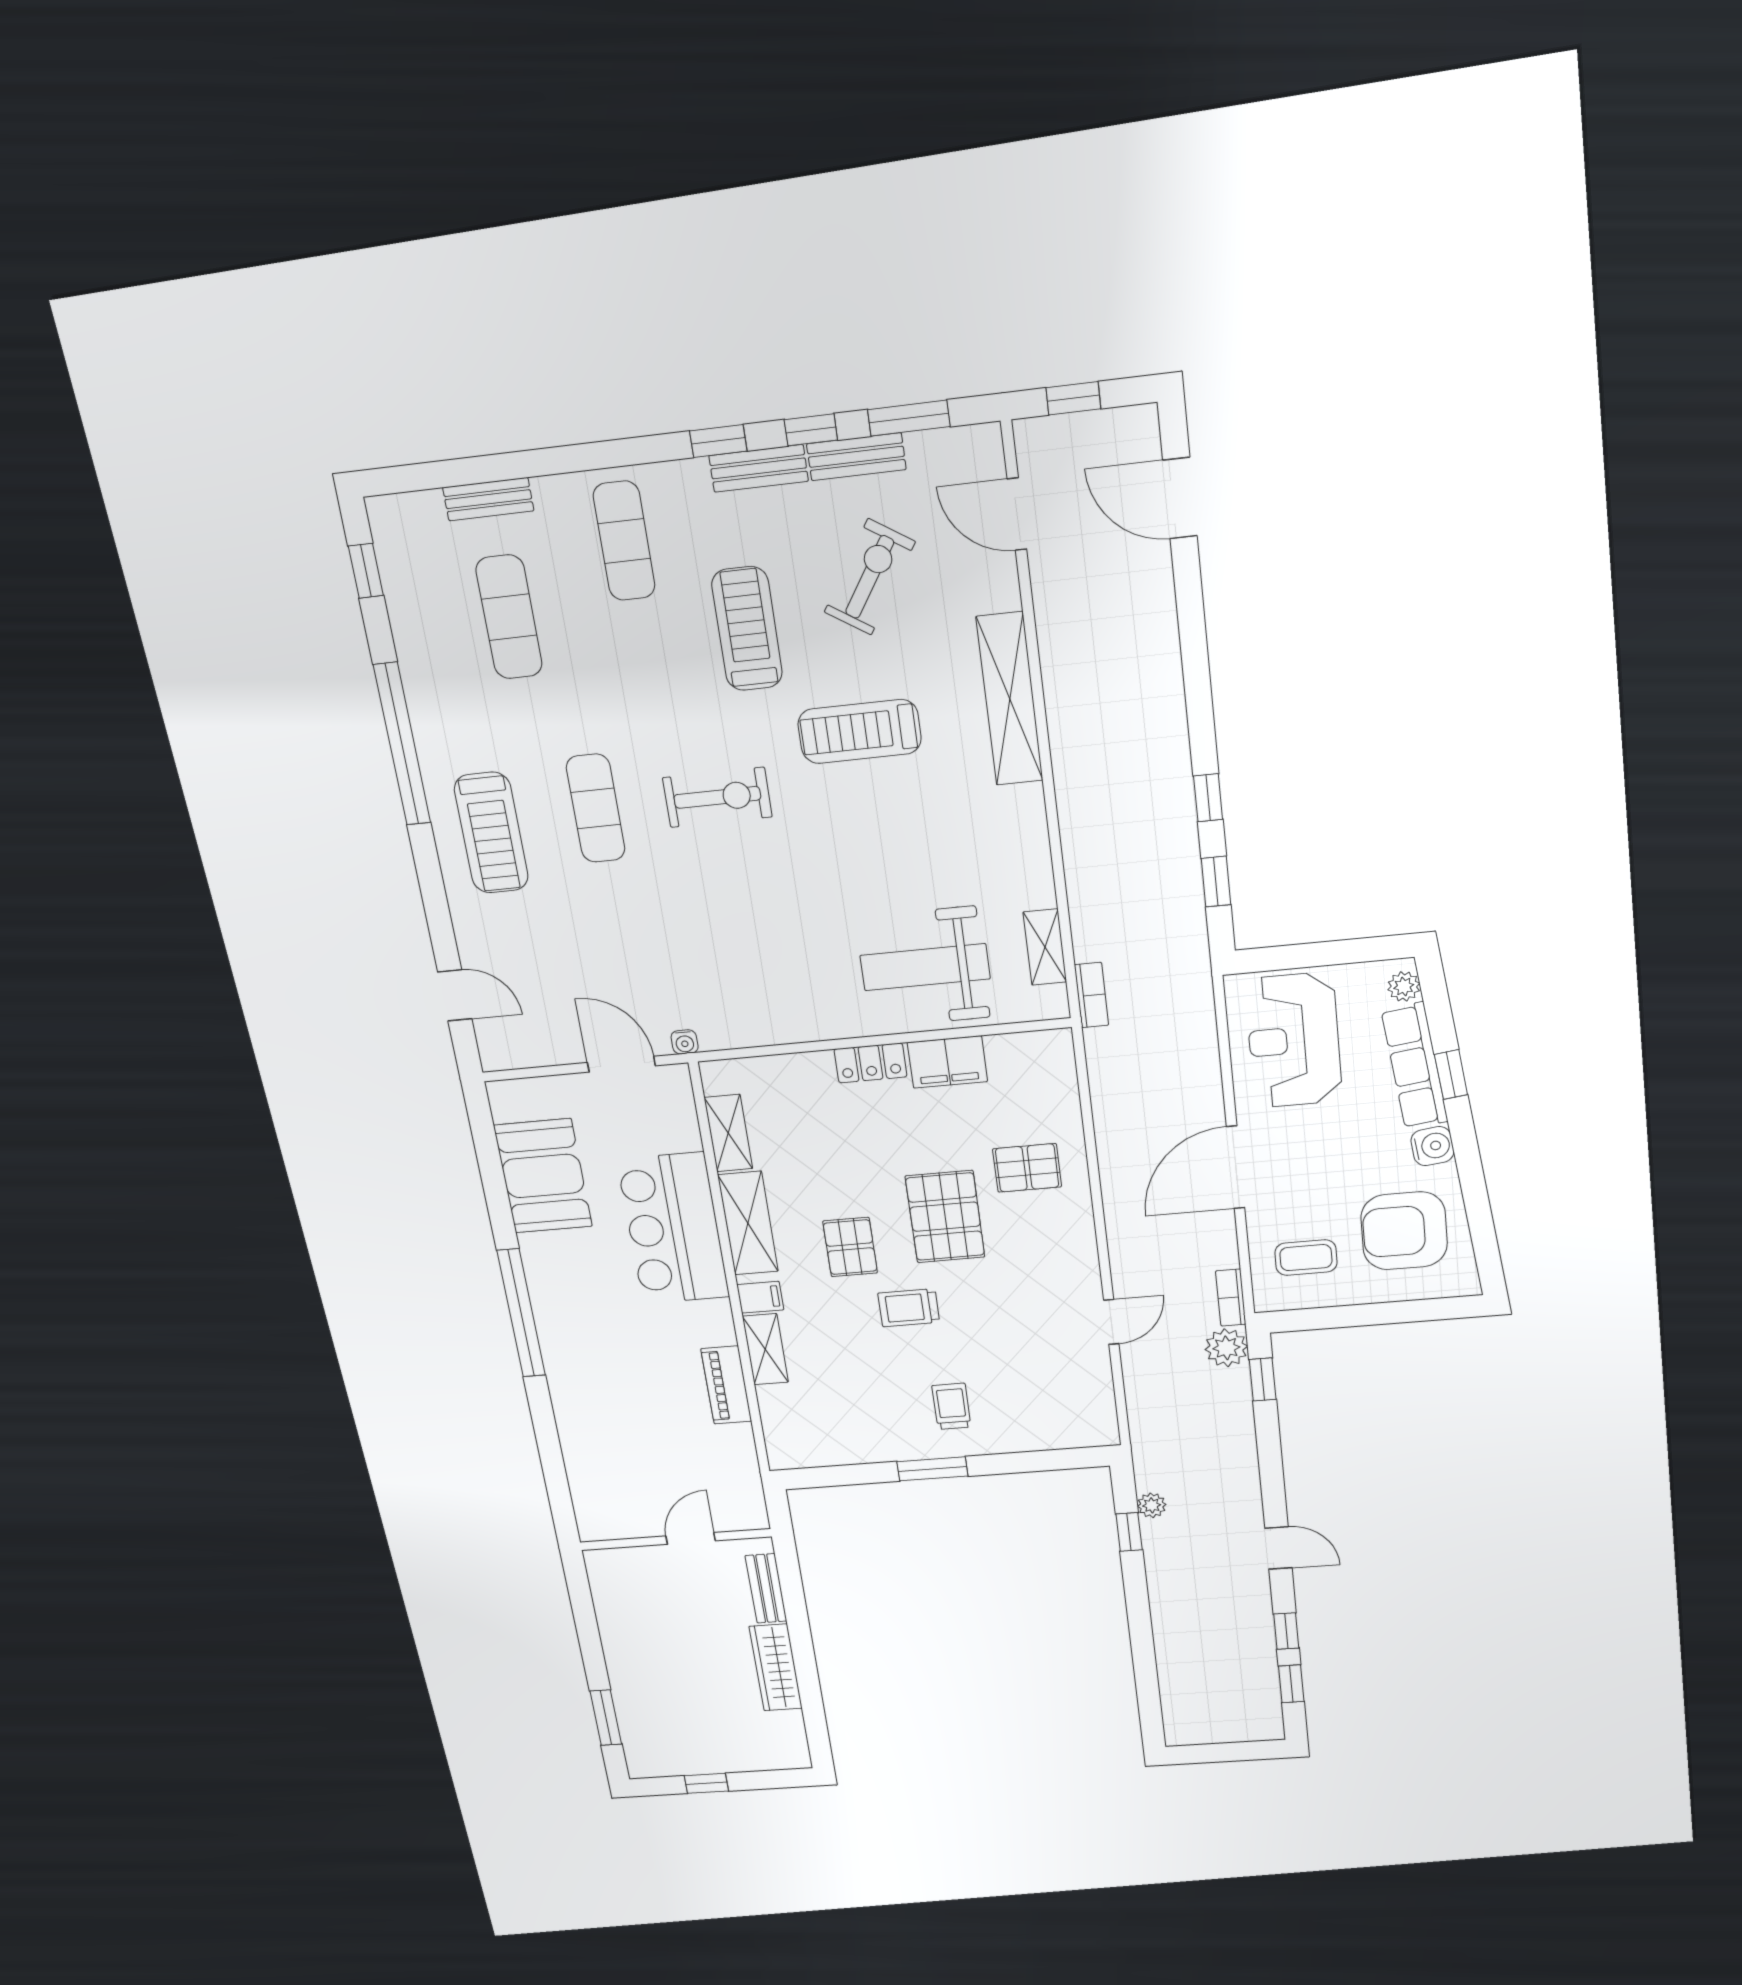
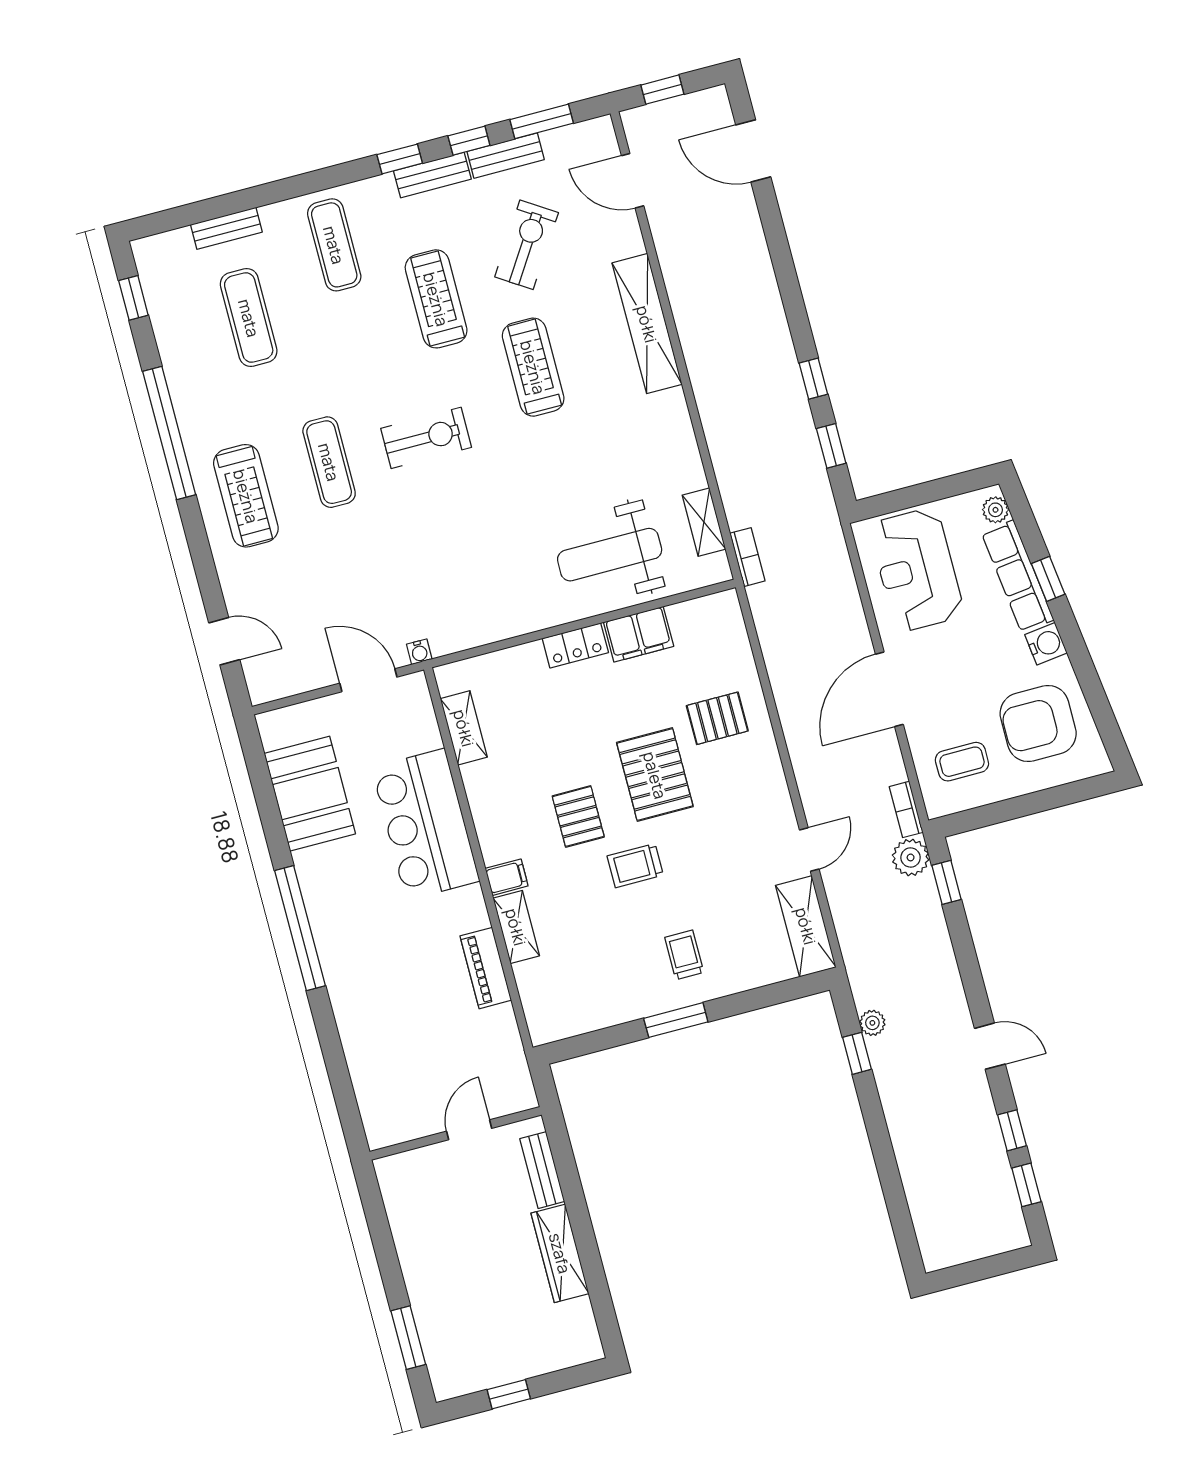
treadmill: (860, 731) -> (533, 367), turned 90
shelving: (748, 1223) -> (806, 926), moved

